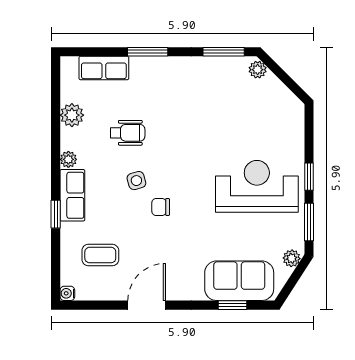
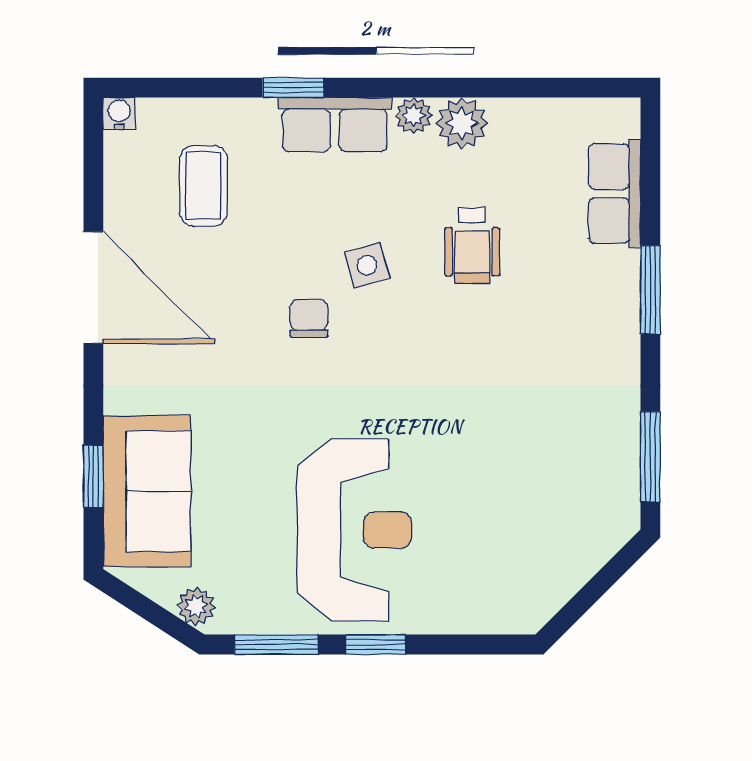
plant: (258, 70) -> (611, 532), removed
plant: (72, 115) -> (462, 123), moved
door: (147, 305) -> (93, 288), width x1.36

